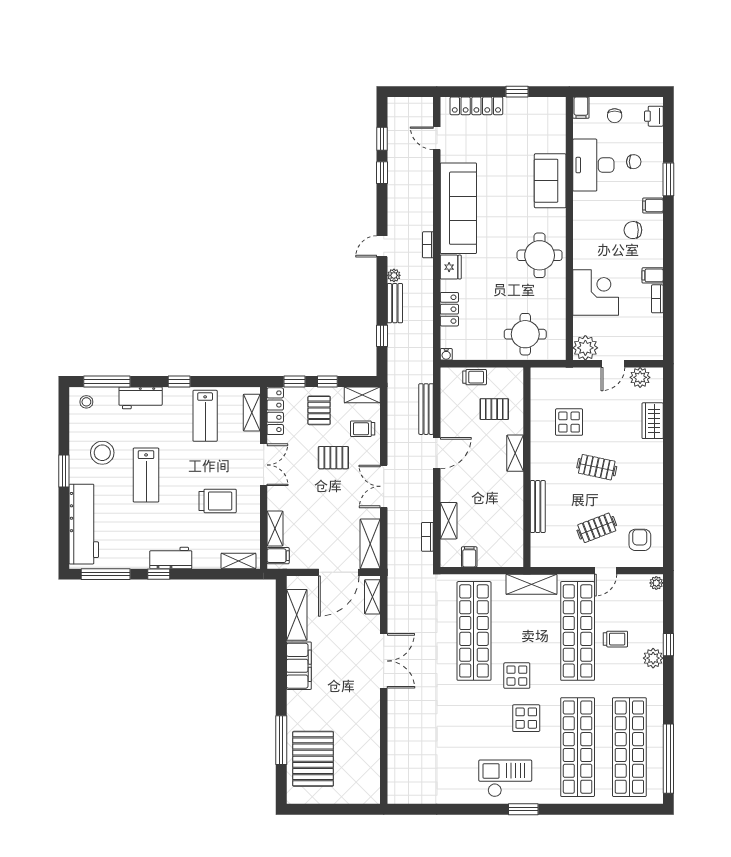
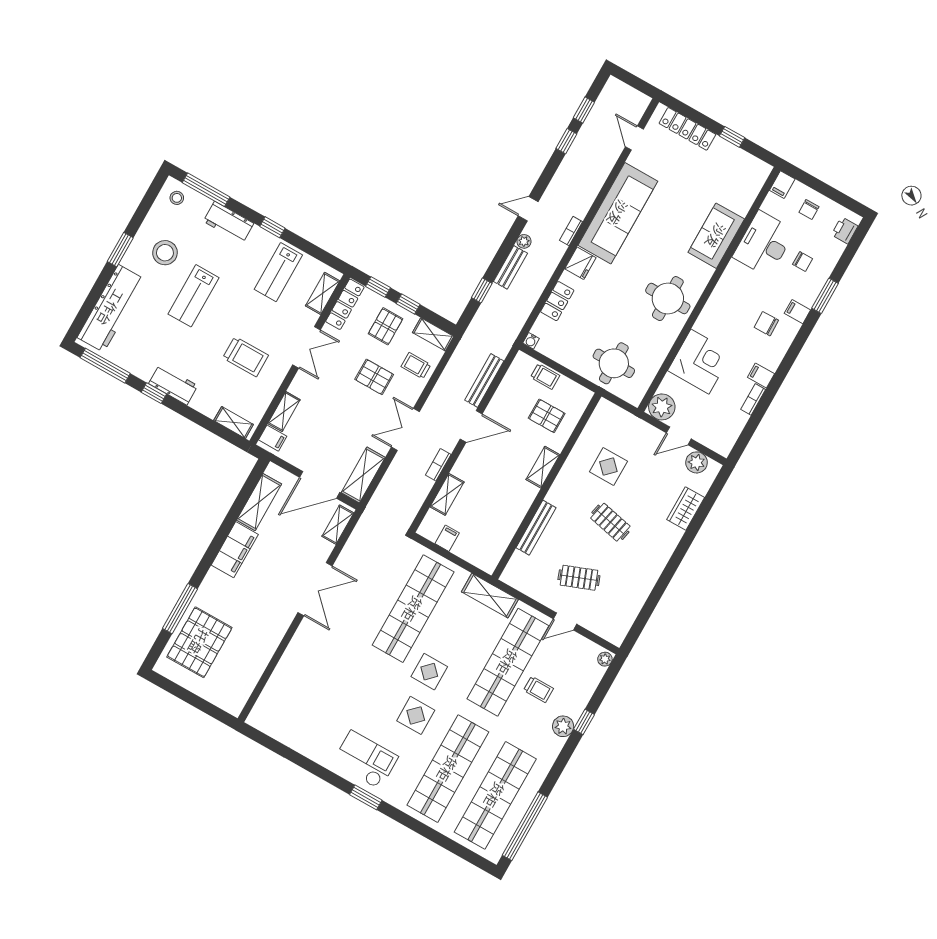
bookcase: (427, 537) -> (438, 465), moved
armchair: (640, 540) -> (612, 611), removed

